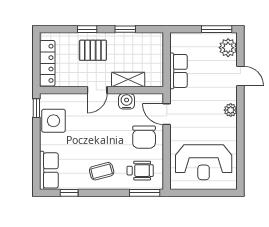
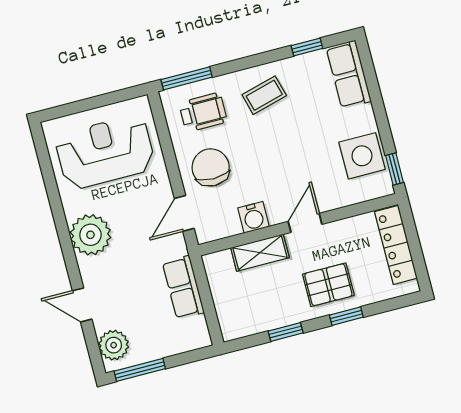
plant: (231, 110) -> (90, 235), width x1.87, depth x1.87
door: (167, 114) -> (184, 213), swing flipped
wheelchair: (140, 171) -> (203, 112), turned 180

